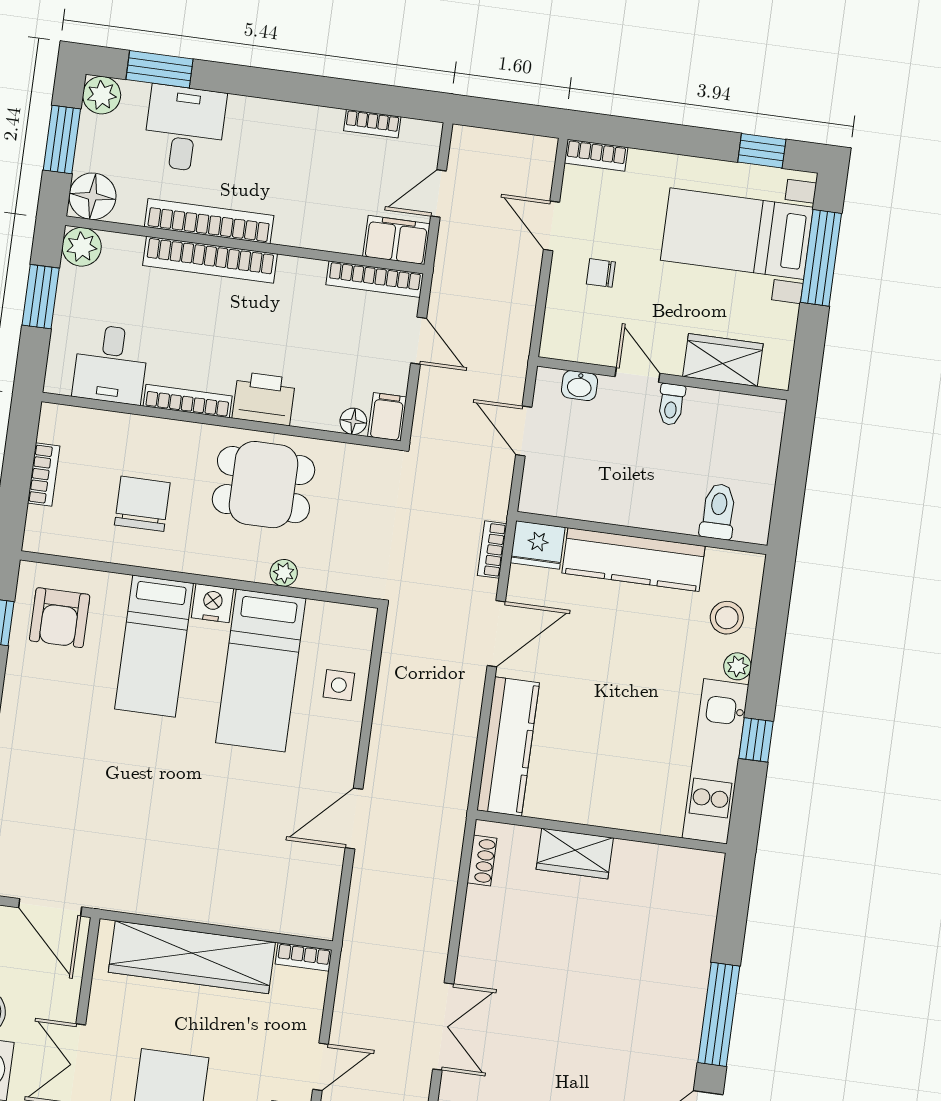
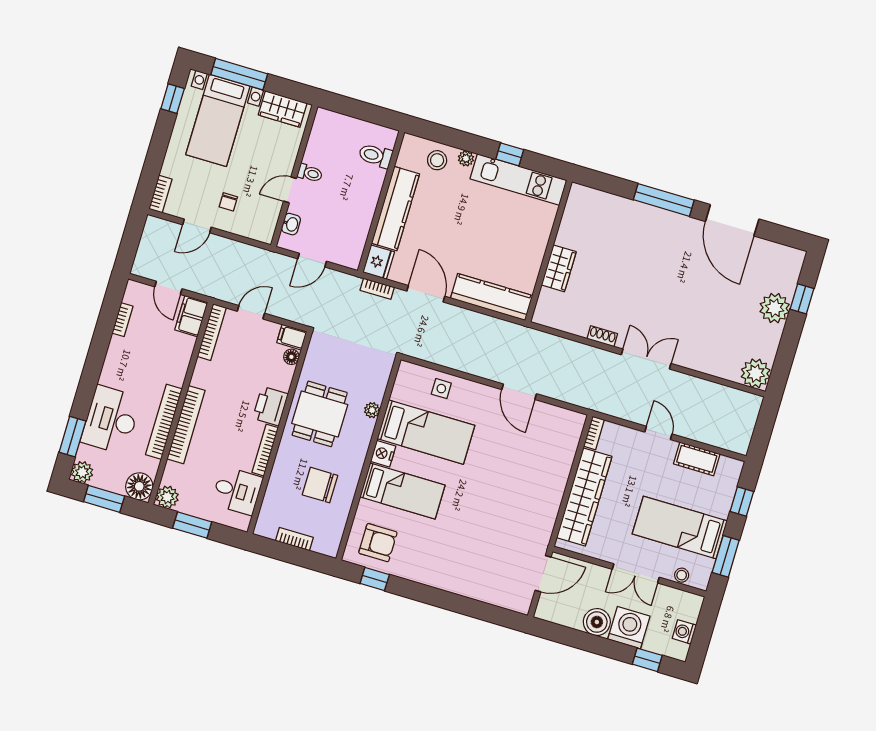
desk: (185, 129) -> (111, 420), width x1.37
wardrobe: (723, 360) -> (283, 109), moved, turned -90
shoe rack: (482, 861) -> (602, 336), moved

